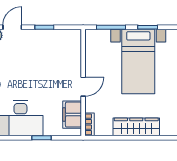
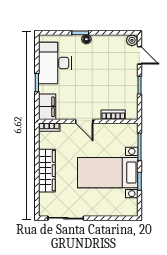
bookcase: (76, 56) -> (113, 115), added
filing cabinet: (72, 115) -> (47, 107), moved, turned 90

